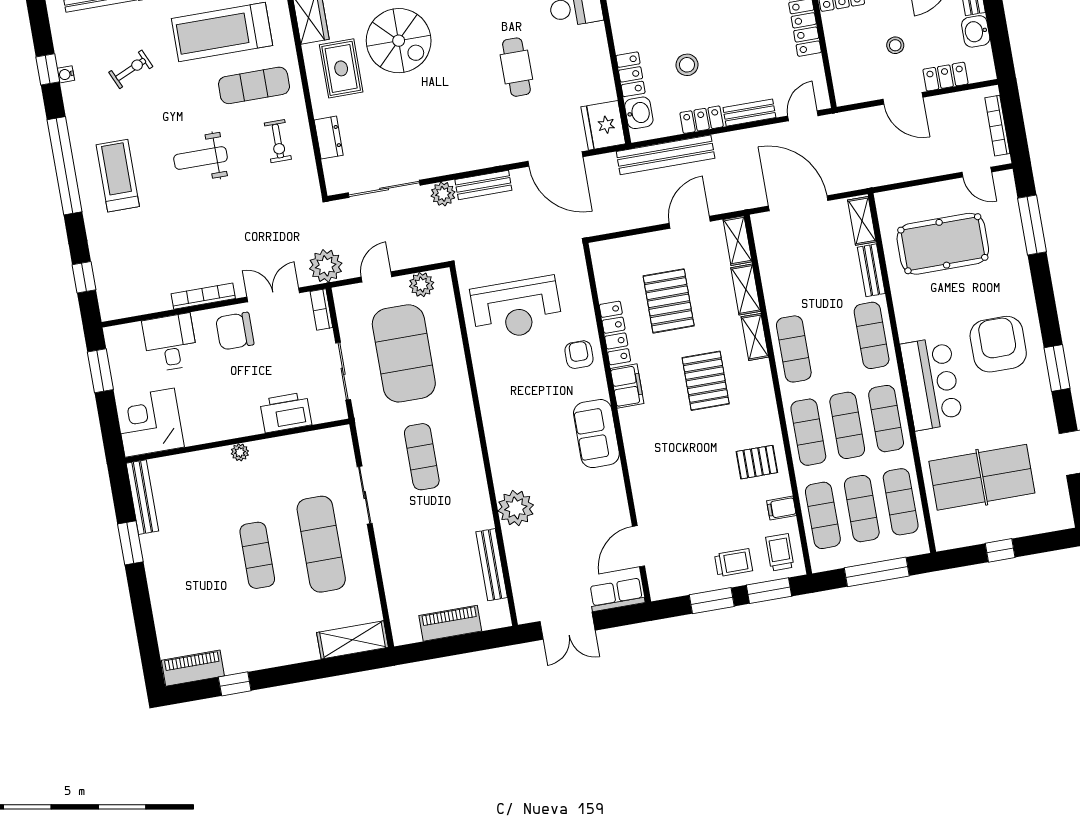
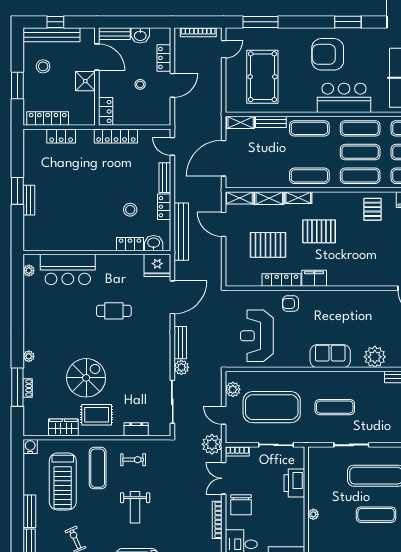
reception desk: (516, 308) -> (257, 336), turned 180
sofa: (596, 434) -> (330, 356), moved, turned 180

